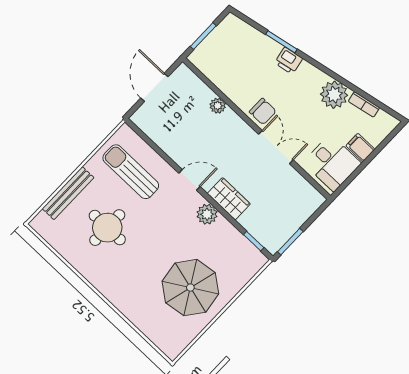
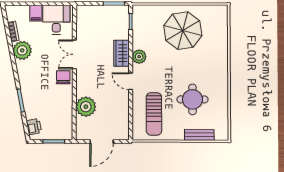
printer: (289, 61) -> (34, 127), moved
plant: (218, 106) -> (86, 107), width x1.88, depth x1.88
bench: (68, 193) -> (199, 135), width x0.73

